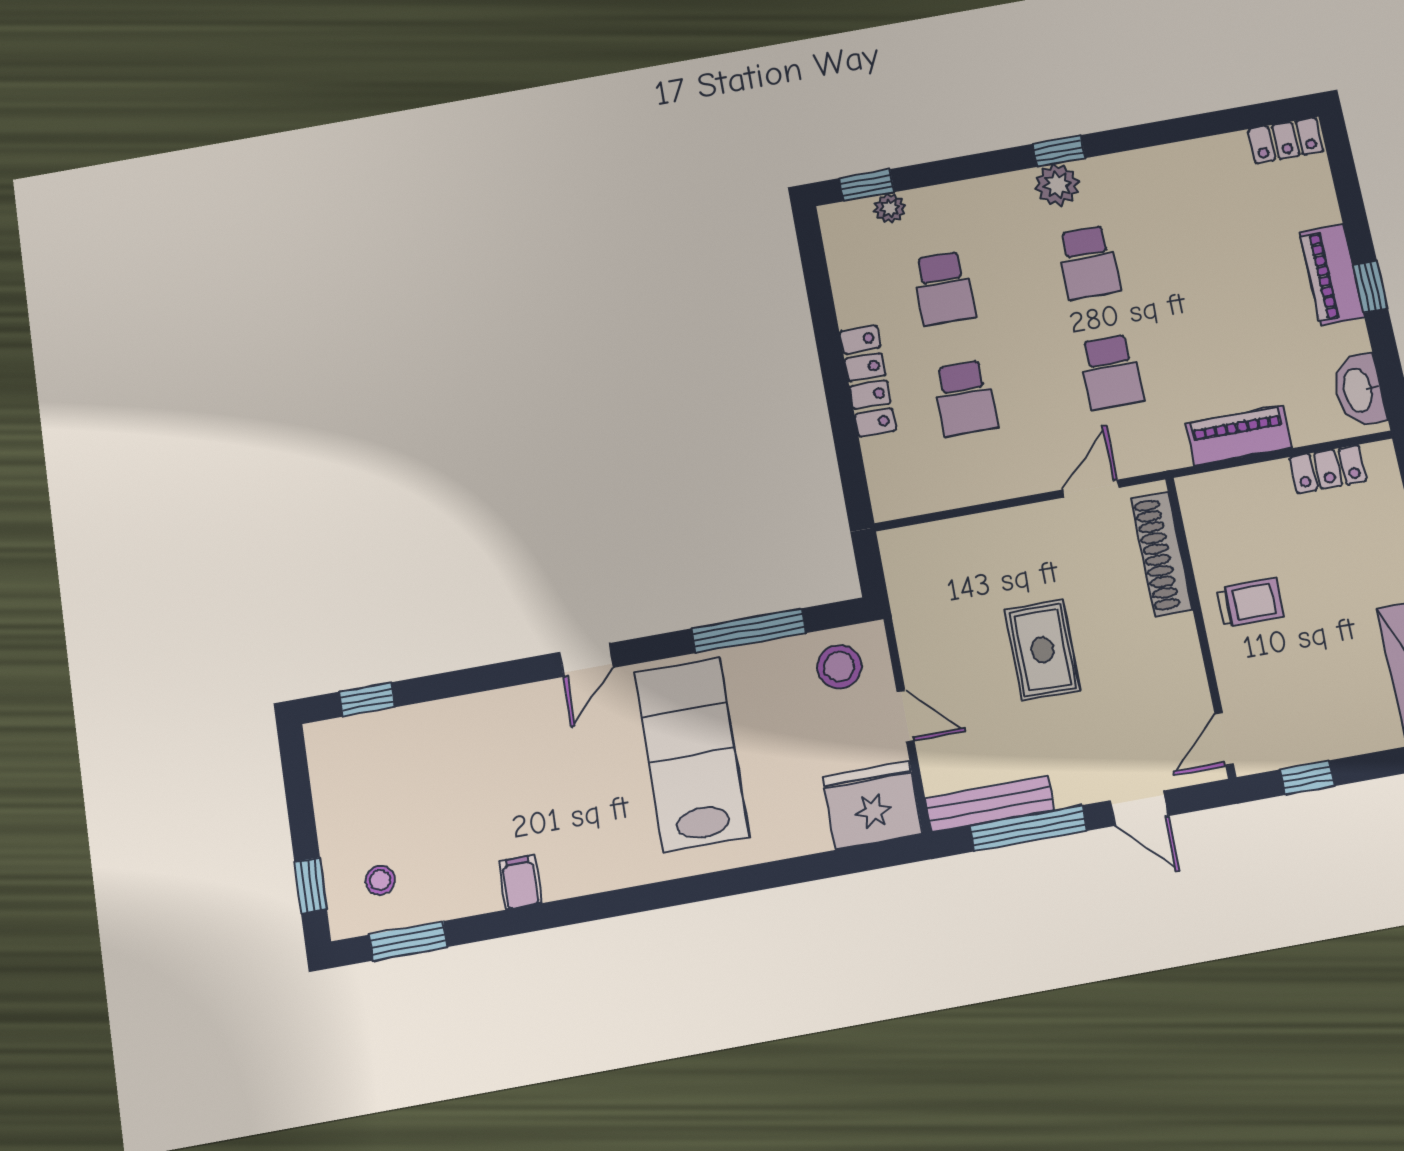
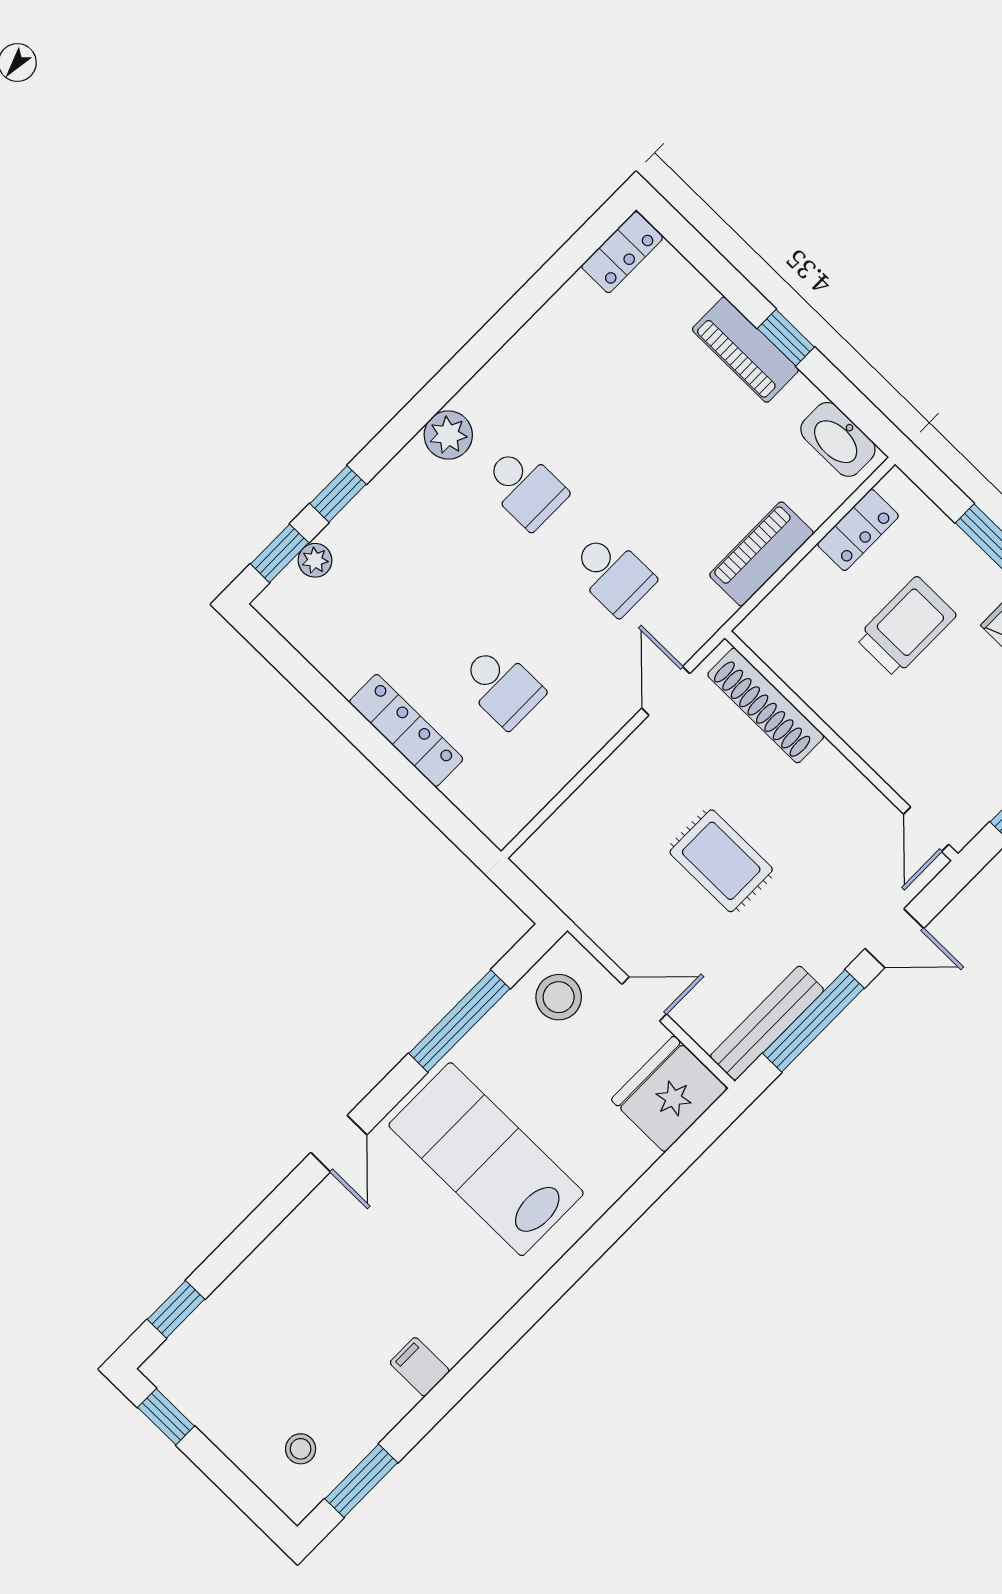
window: (1059, 151) -> (338, 494), moved
school desk: (944, 288) -> (414, 600), removed
trolley: (1250, 603) -> (906, 627), moved, width x1.36, depth x1.39
window: (311, 885) -> (166, 1417), moved

